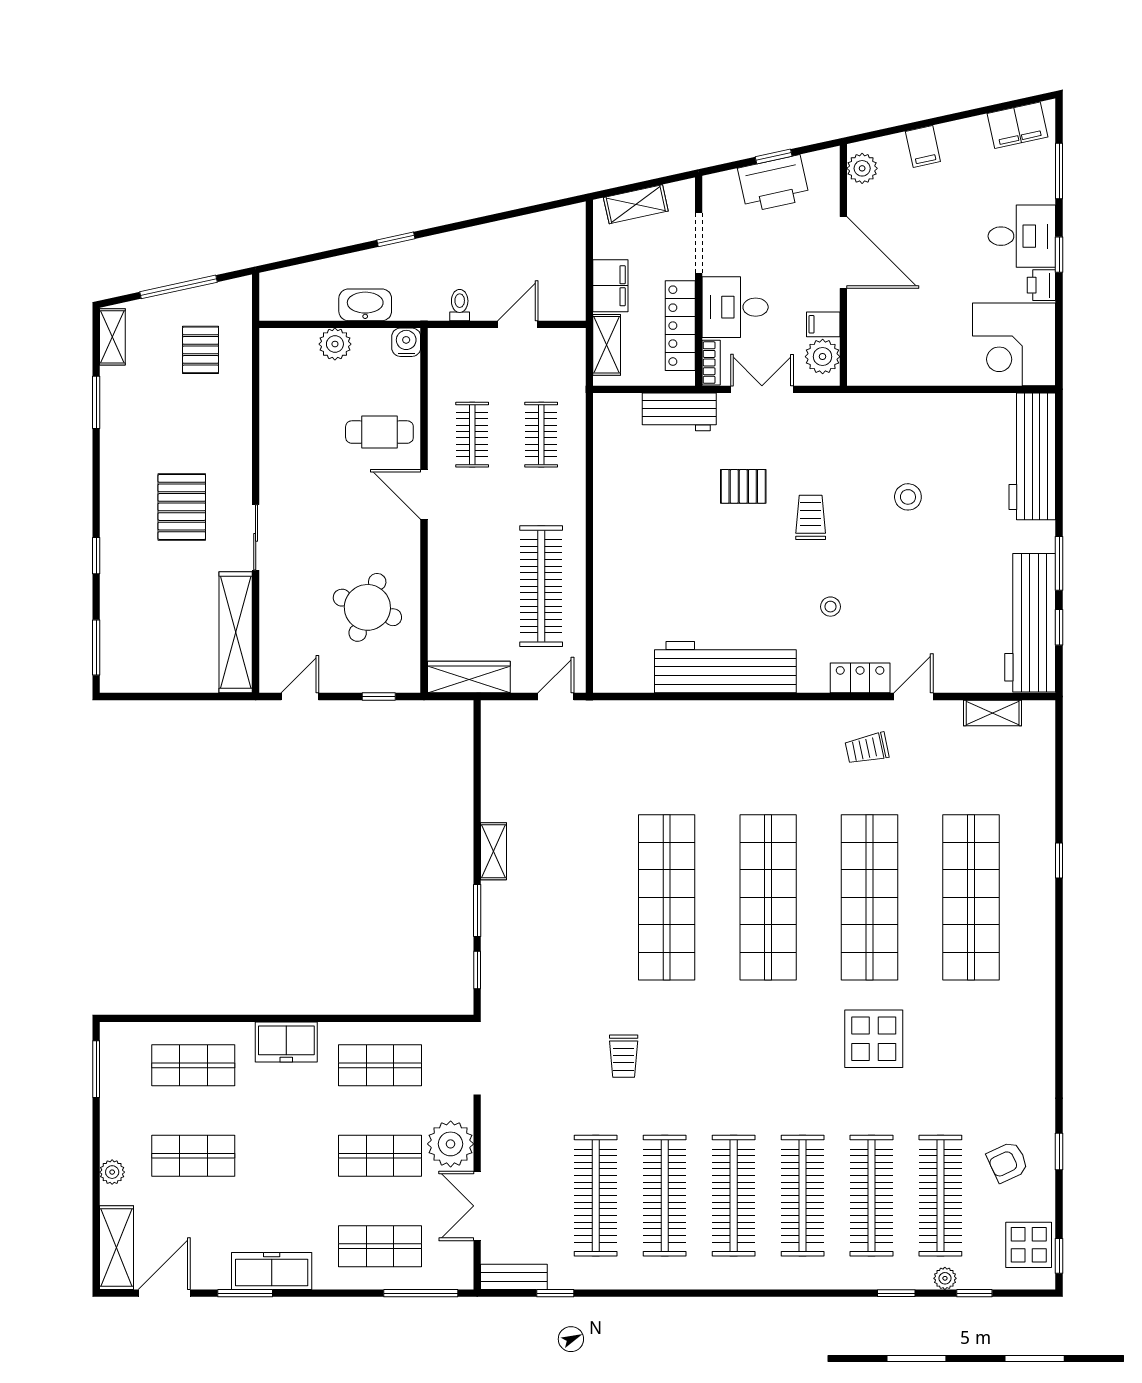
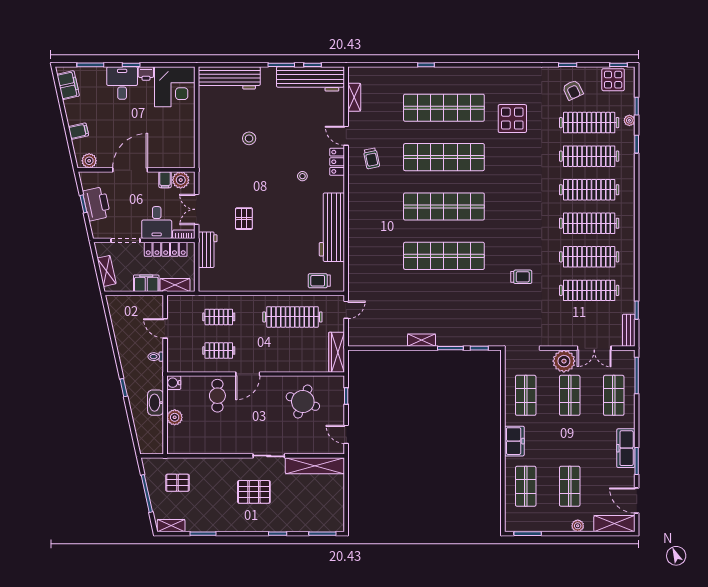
trolley: (811, 517) -> (319, 281), moved
door: (556, 697) -> (346, 310), swing flipped
display table: (874, 1039) -> (512, 119), moved

